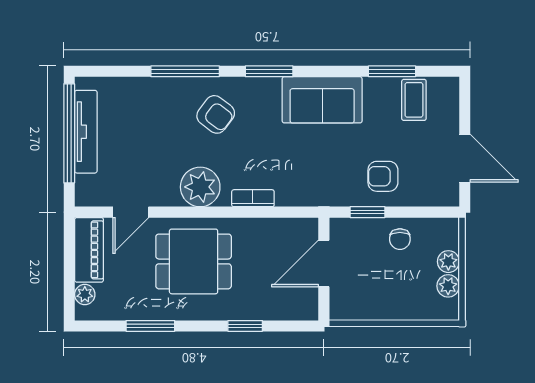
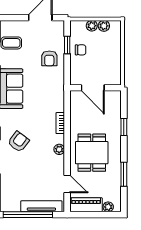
tv unit: (86, 132) -> (41, 206), moved
plant: (200, 187) -> (59, 149), width x0.53, depth x0.53
window: (368, 212) -> (67, 45), moved

